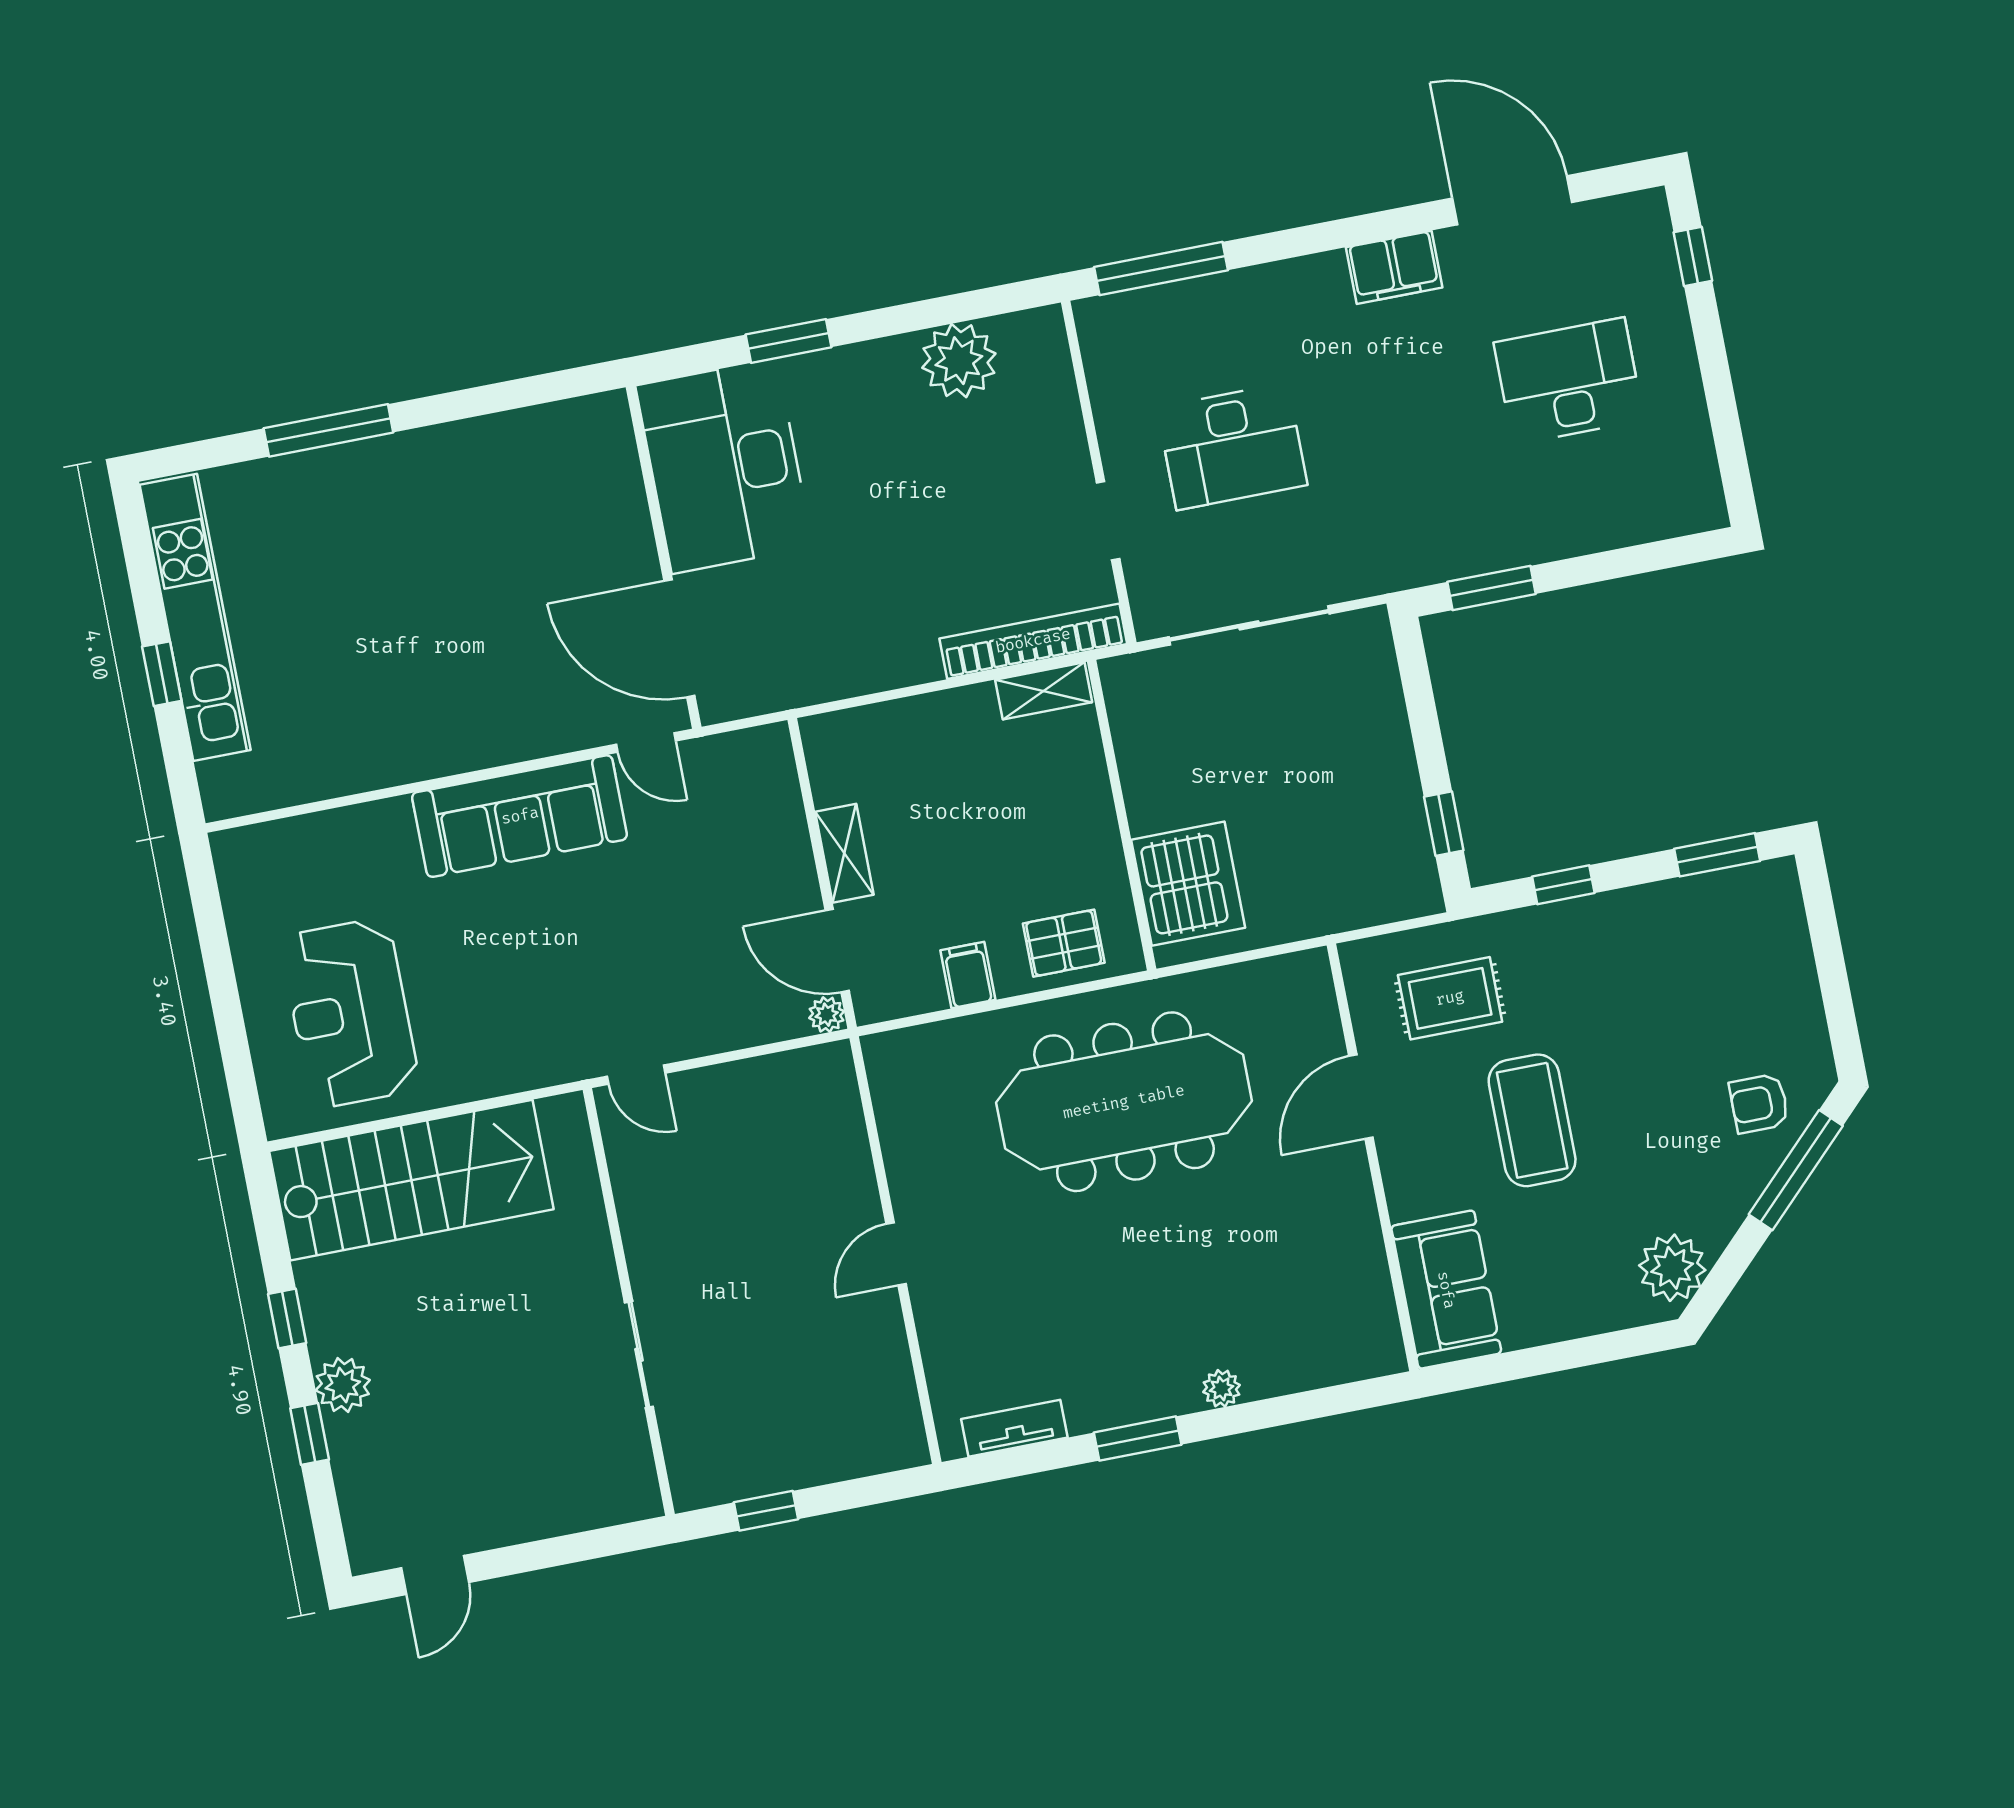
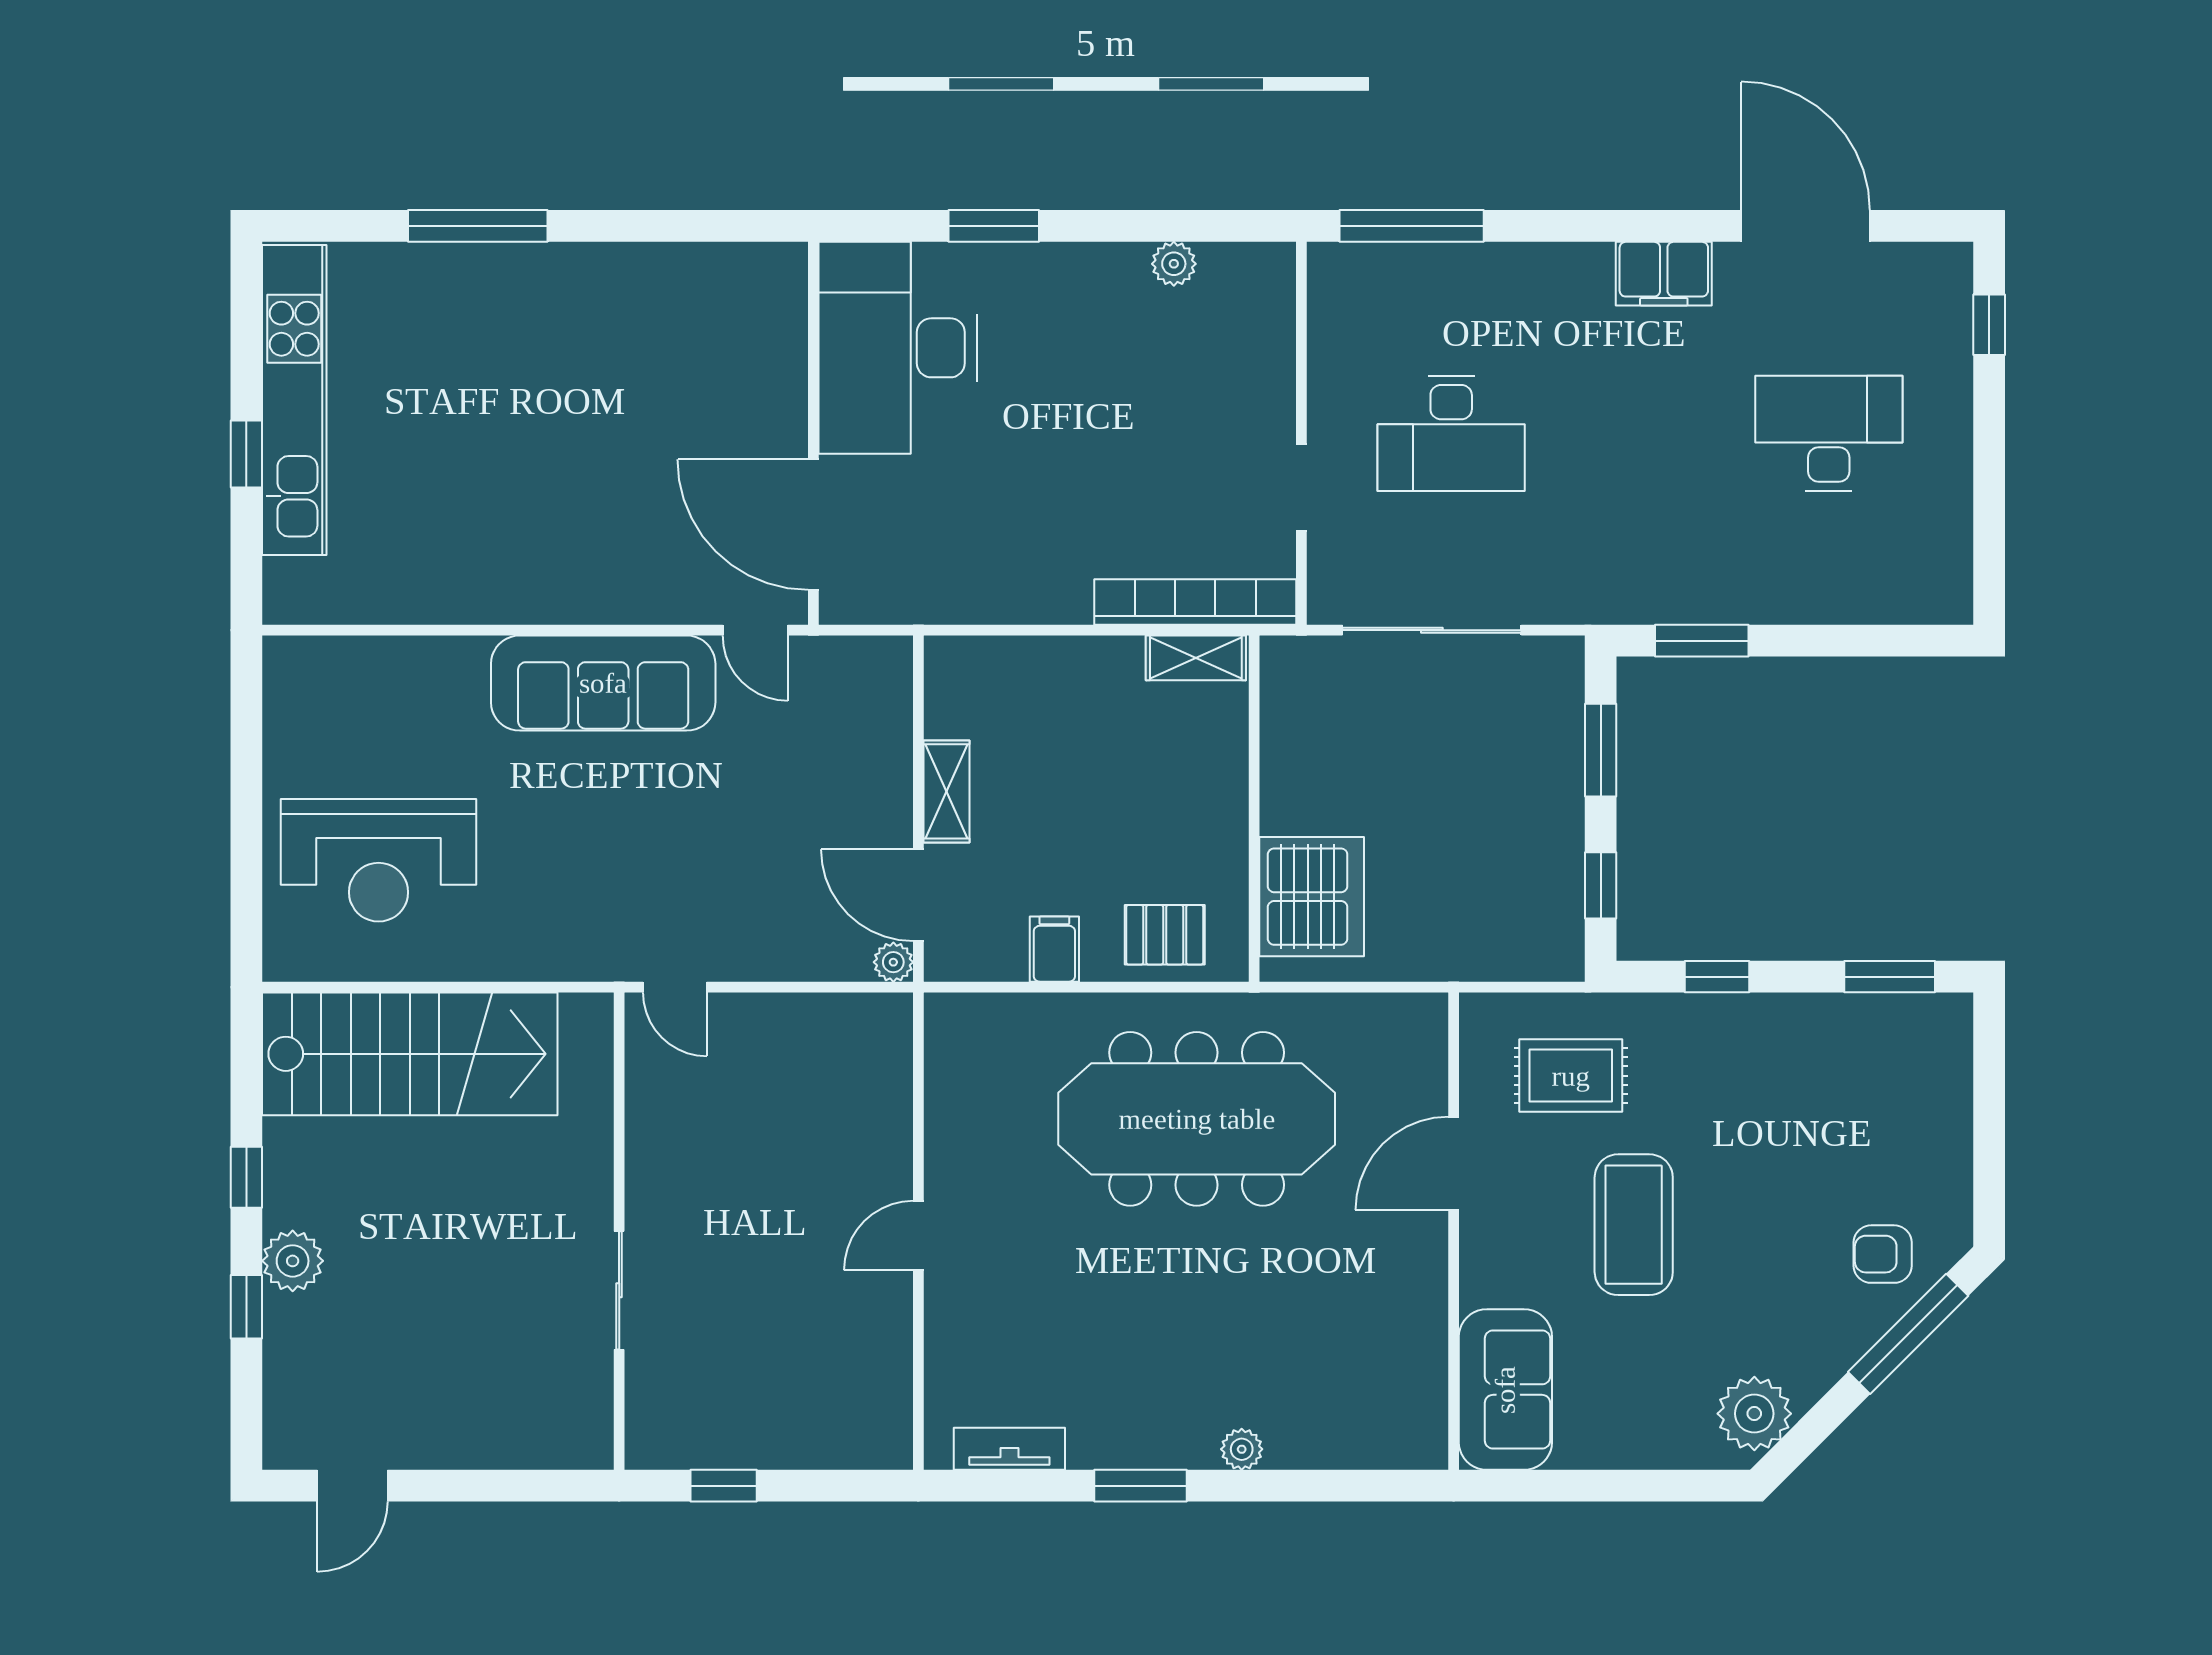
plant: (959, 361) -> (1174, 264), width x0.53, depth x0.53
window: (1420, 703) -> (1601, 750), added
reception desk: (350, 1013) -> (379, 860), turned -90

